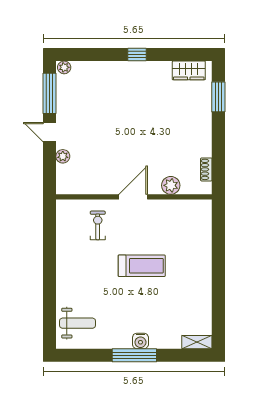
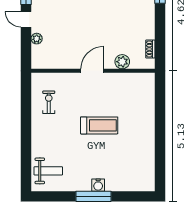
exercise bike: (98, 225) -> (49, 102), moved
shelving: (197, 342) -> (143, 186), removed

